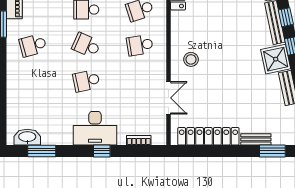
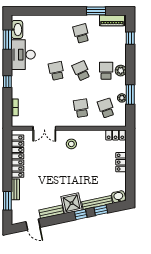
school desk: (86, 45) -> (81, 71), turned -48
desk: (95, 128) -> (23, 55), moved

